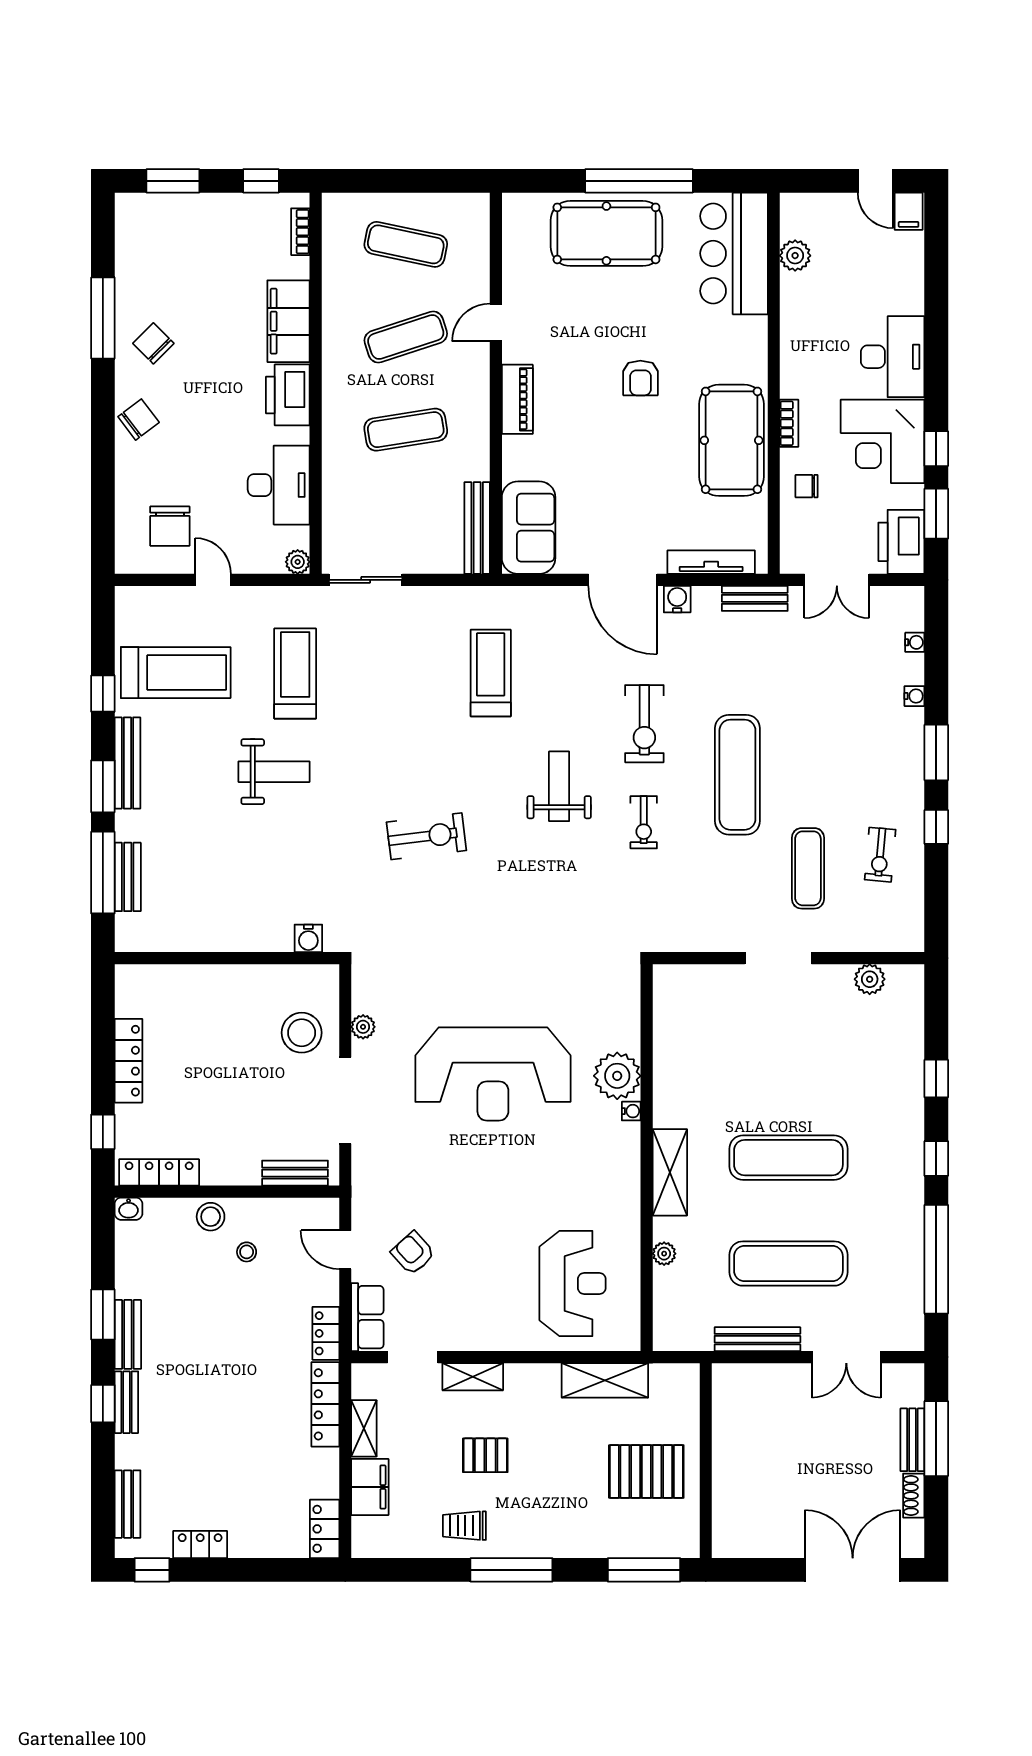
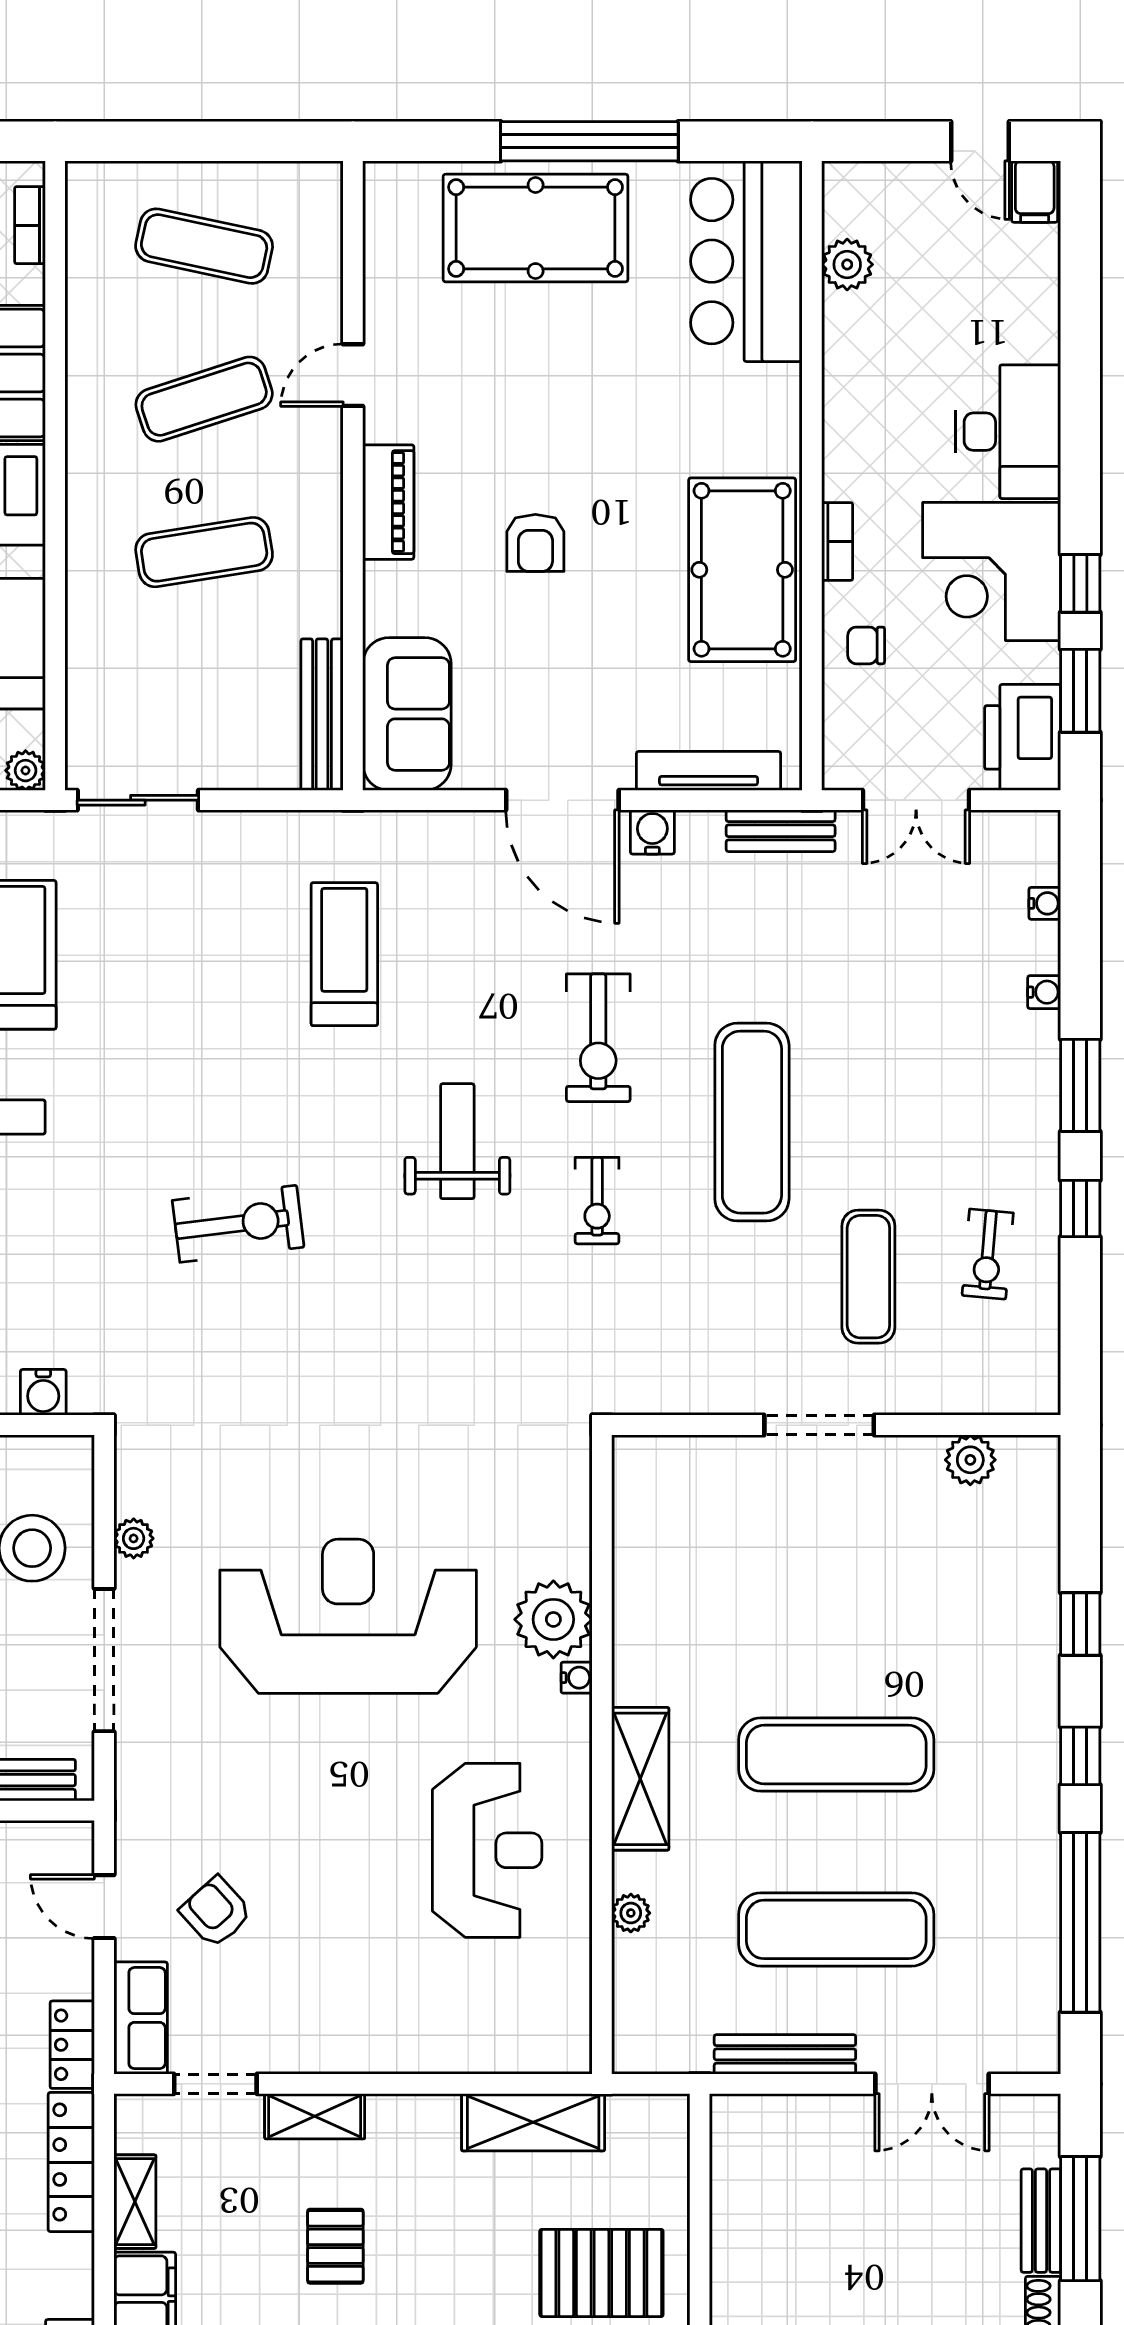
armchair: (640, 378) -> (535, 543), moved
reception desk: (493, 1074) -> (348, 1616), turned 180
reception desk: (573, 1284) -> (487, 1850), moved
pallet: (485, 1455) -> (335, 2246), turned 90

